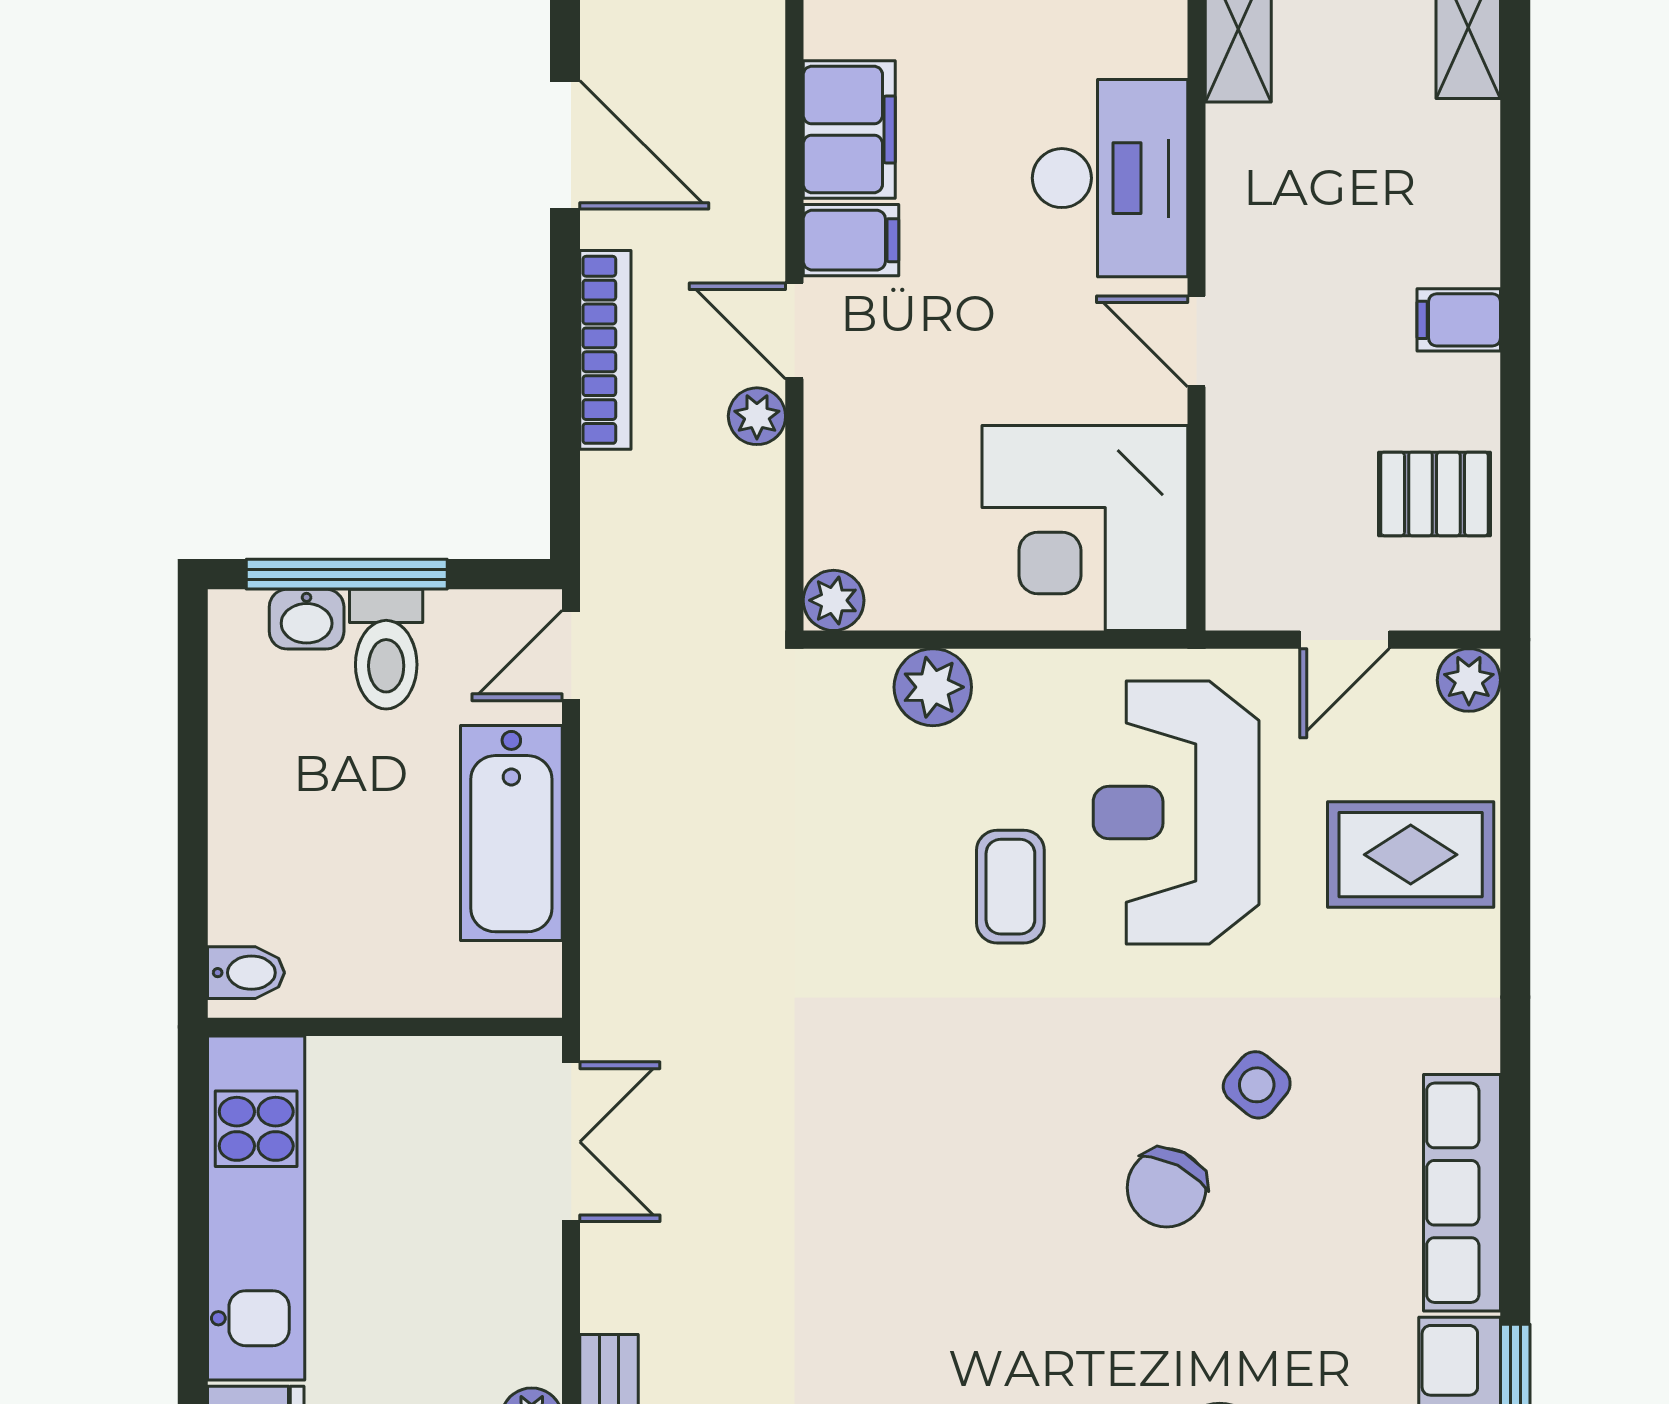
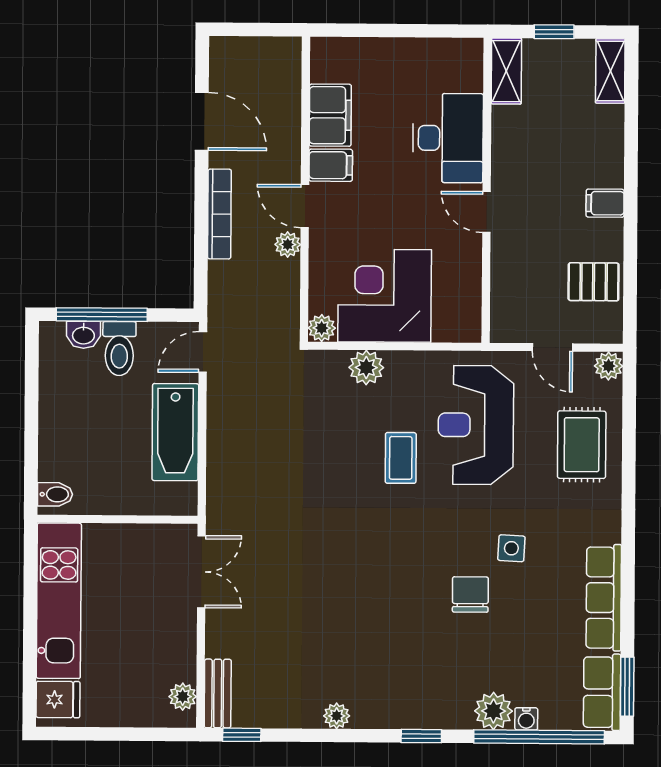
corner desk: (1085, 528) -> (385, 296), moved, turned 90
door: (1344, 640) -> (552, 347), hinge flipped
rug: (1411, 855) -> (582, 445), turned 90
side table: (1257, 1085) -> (511, 548), turned -37
chair: (1167, 1188) -> (470, 594), turned 153

